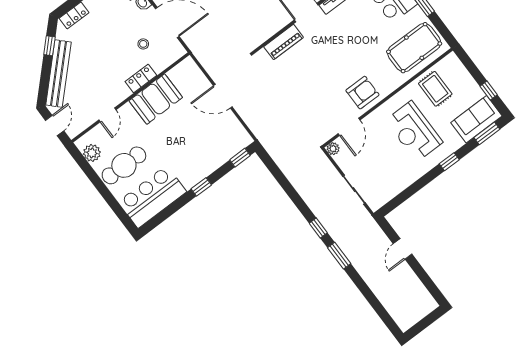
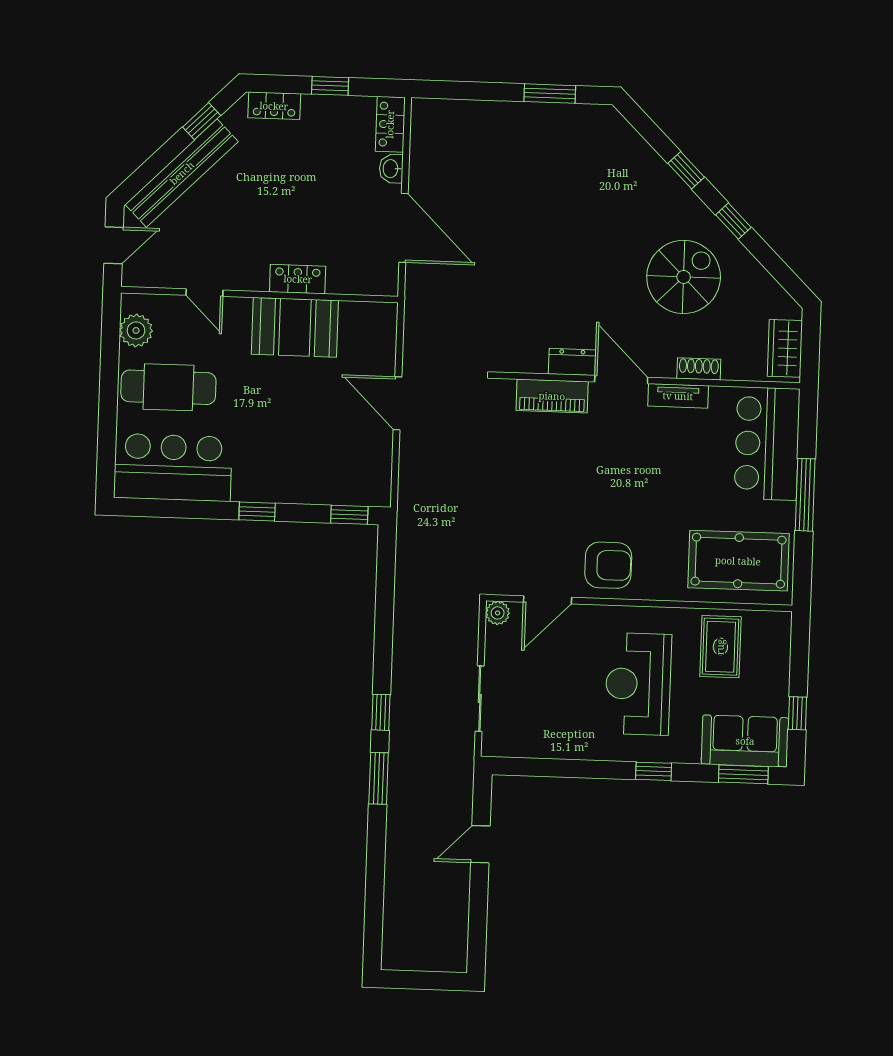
dresser: (280, 22) -> (572, 362), added
stool: (143, 44) -> (342, 231), removed
door: (107, 115) -> (204, 293), hinge flipped

